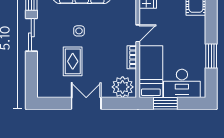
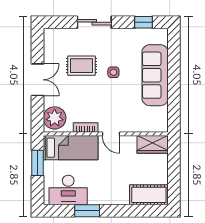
sliding door: (31, 35) -> (94, 22), moved
desk: (182, 83) -> (68, 190), moved, turned -90

